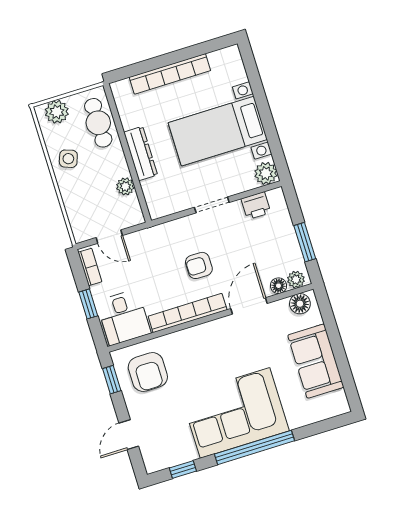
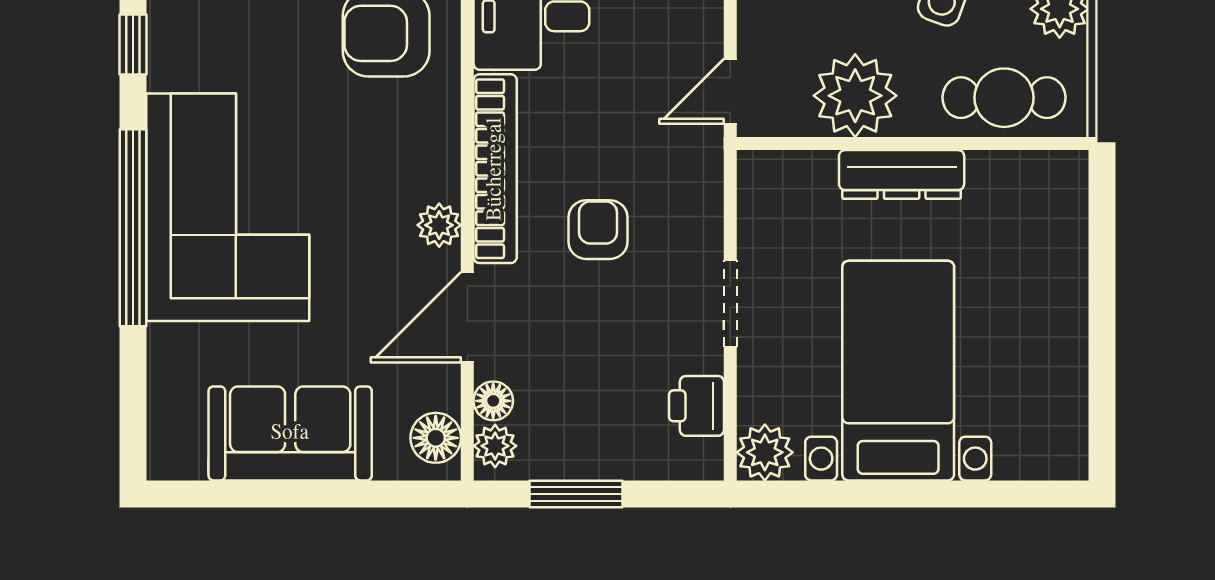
bookcase: (170, 74) -> (1066, 300), removed
plant: (125, 186) -> (855, 96), width x1.87, depth x1.87
door: (109, 237) -> (730, 91), moved
door: (249, 306) -> (467, 317), swing flipped
plant: (216, 328) -> (439, 225), added

